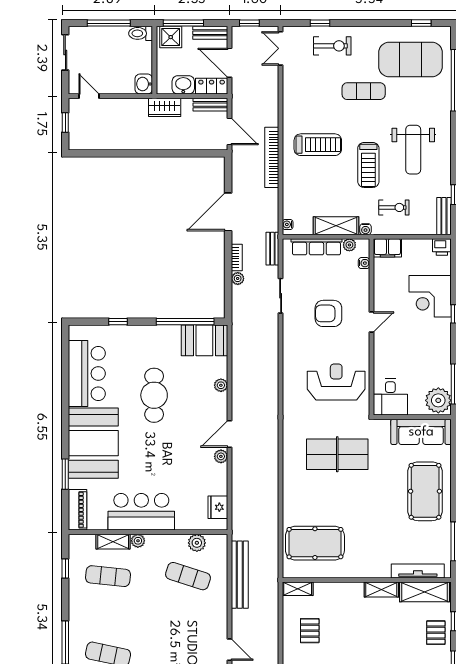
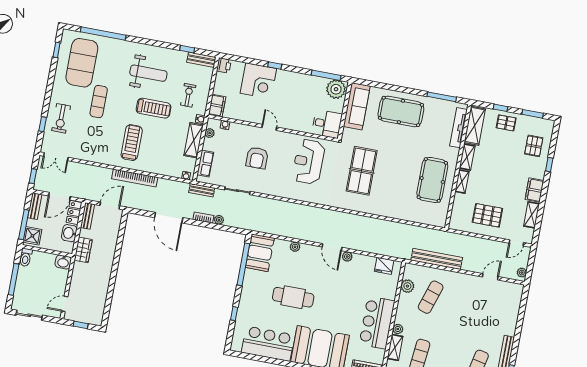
exercise bike: (332, 46) -> (61, 118), turned 180
row of seats: (316, 247) -> (205, 164), width x0.68
pool table: (315, 543) -> (432, 180), moved
shelving: (298, 589) -> (462, 182), moved
pallet: (310, 631) -> (487, 215), width x1.50, depth x1.42

